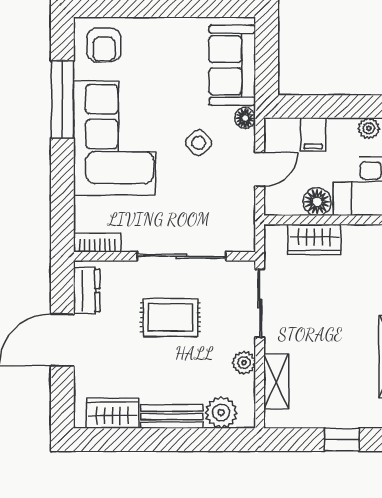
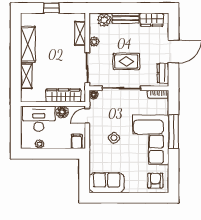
sofa: (232, 65) -> (107, 183), moved, turned -90
window: (62, 99) -> (173, 132), moved
floor lamp: (245, 118) -> (94, 95), moved
filing cabinet: (313, 135) -> (77, 141), moved
door: (260, 169) -> (87, 116), moved
wardrobe: (314, 239) -> (63, 96), width x1.50

